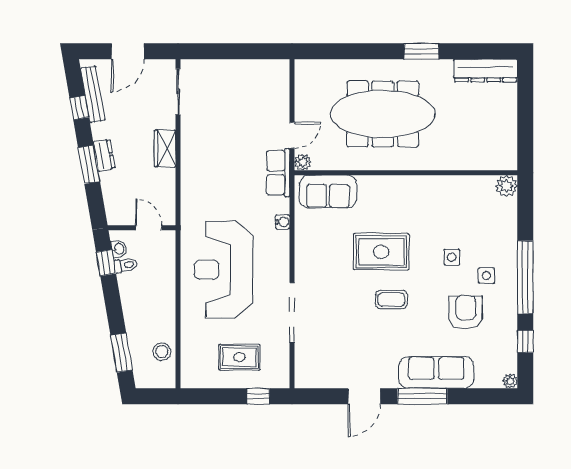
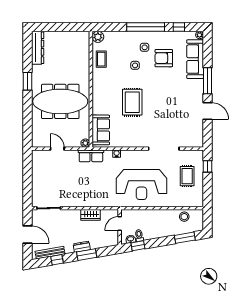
meeting table: (383, 114) -> (60, 101), turned 90
door: (292, 135) -> (57, 149), moved
wardrobe: (165, 148) -> (90, 215), moved
coffee table: (391, 299) -> (101, 59), moved
sofa: (436, 372) -> (195, 59), moved

